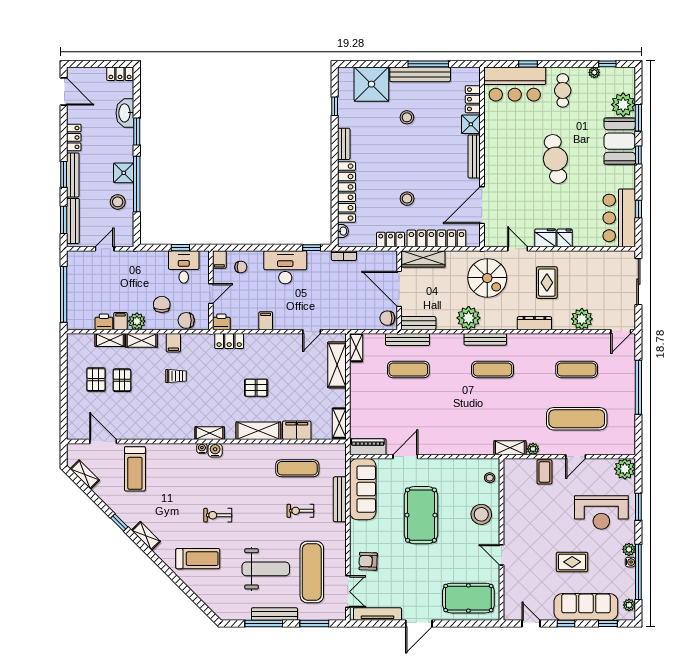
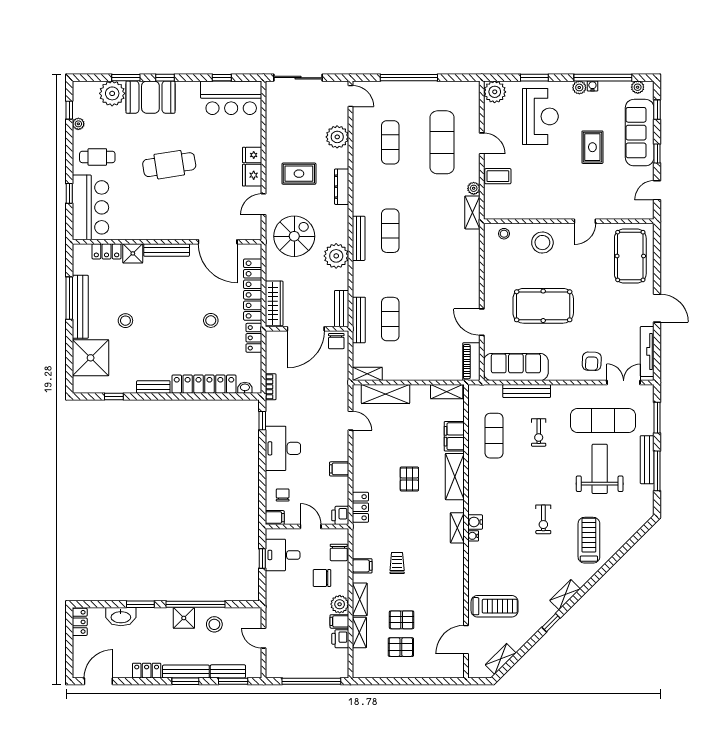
bench: (73, 221) -> (228, 671), width x0.73

